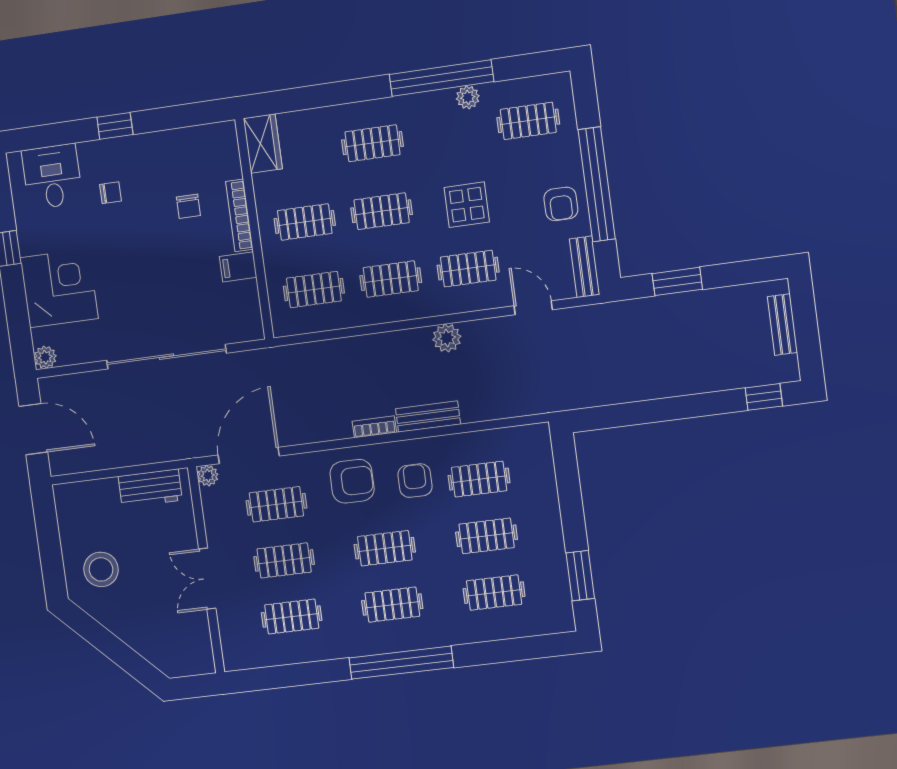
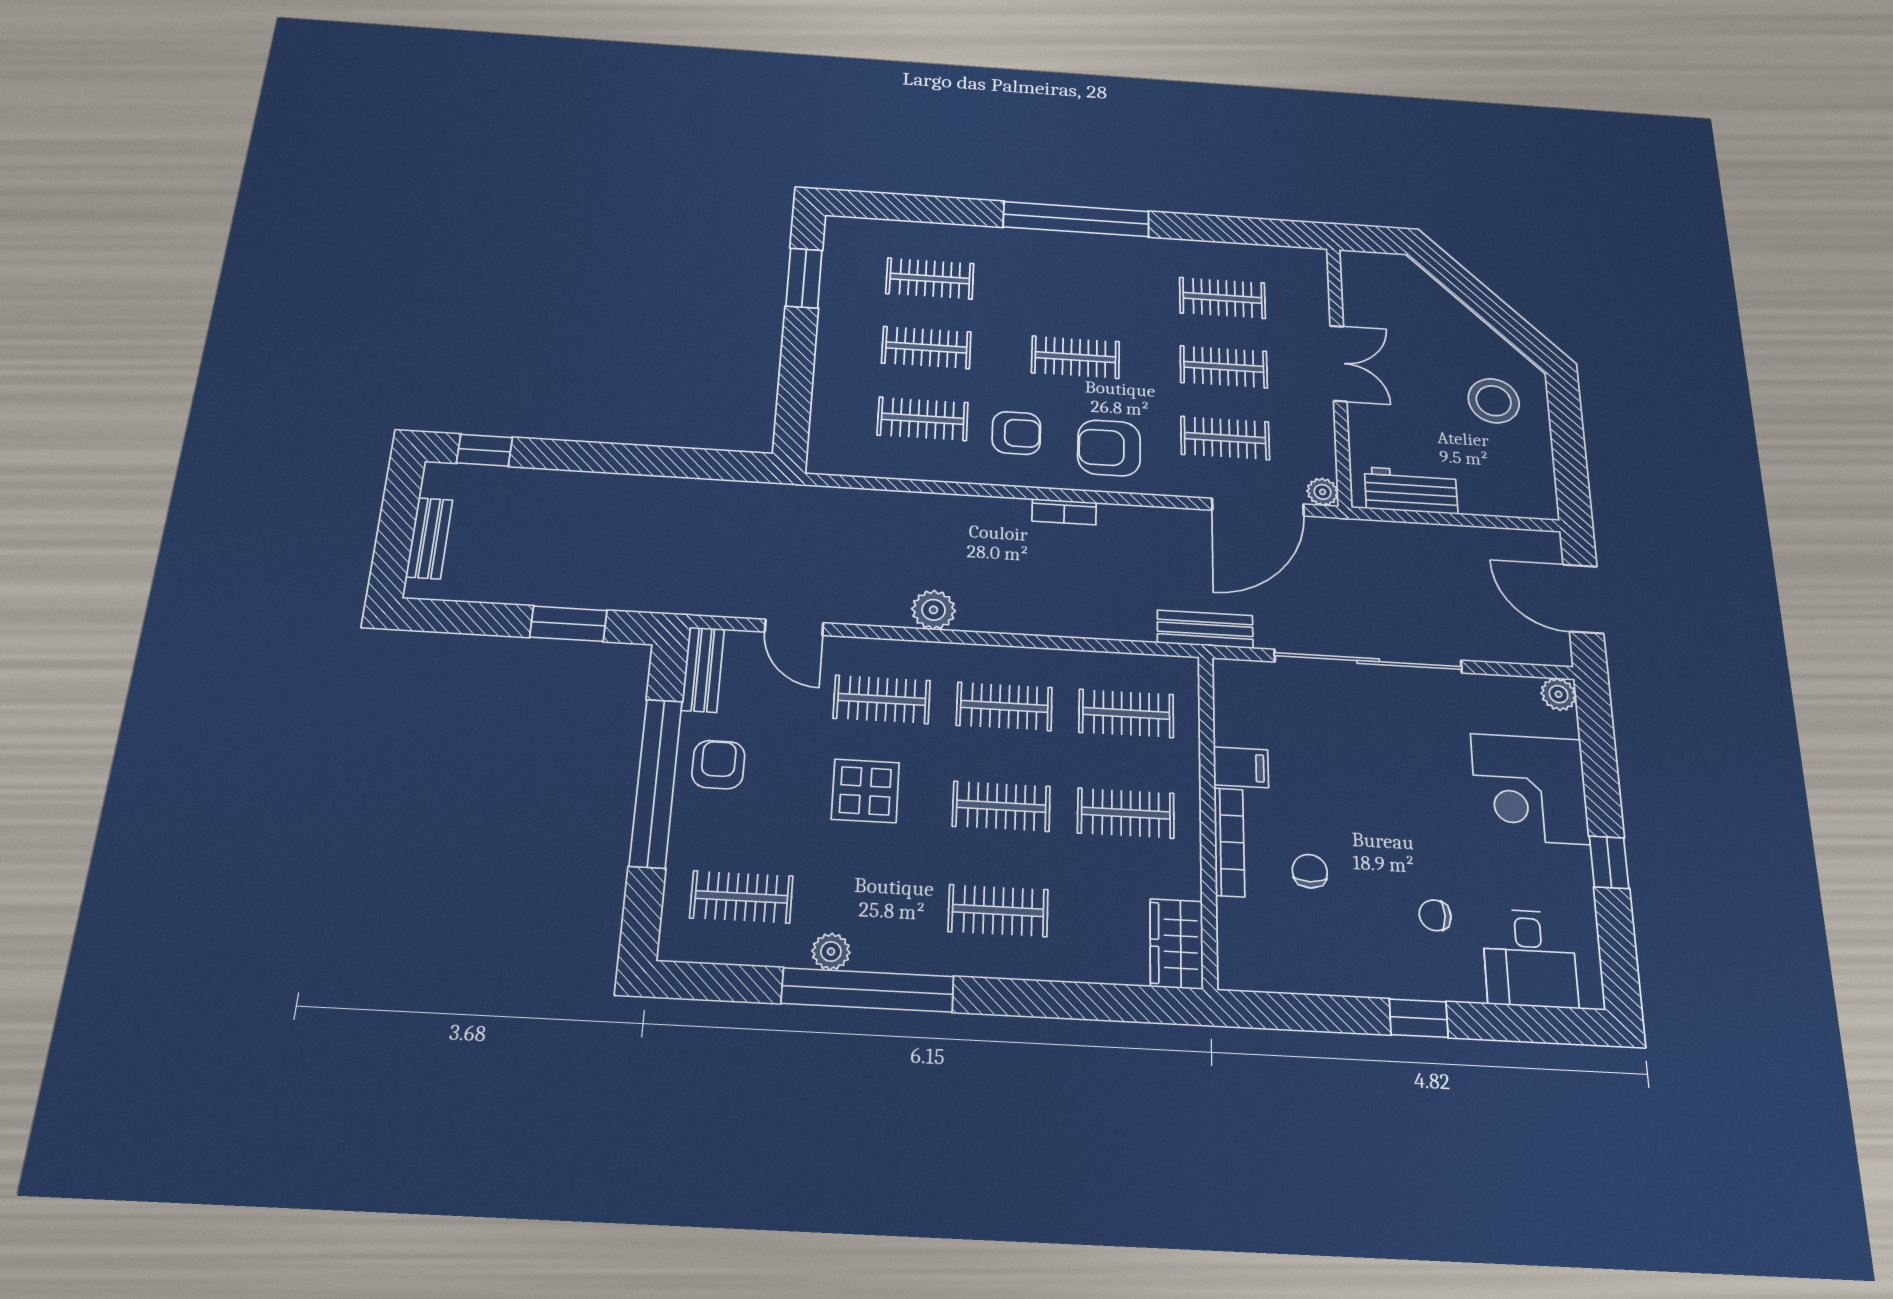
bench: (428, 416) -> (1205, 629), moved
armchair: (415, 481) -> (1016, 433), turned -90
clothes rail: (392, 605) -> (1077, 288), removed

